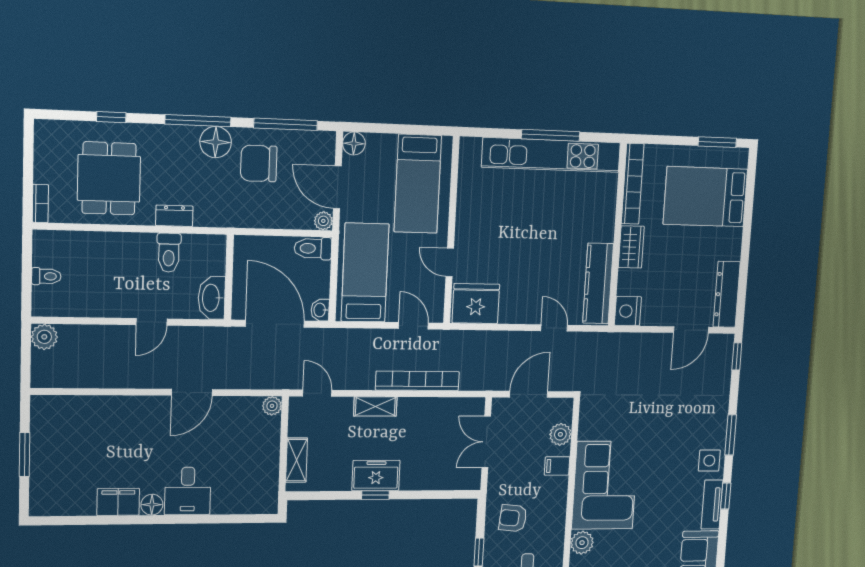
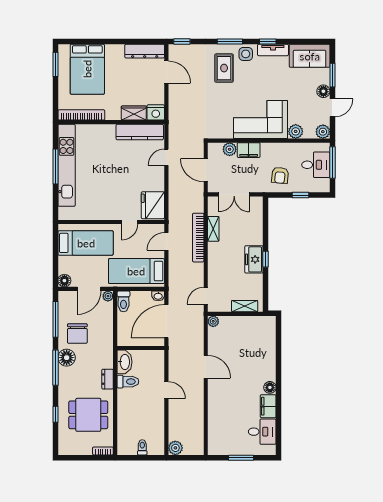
wardrobe: (631, 247) -> (134, 113), moved
washbasin: (212, 298) -> (124, 362), moved, turned -90
shelving: (375, 406) -> (213, 229), moved
rug: (690, 425) -> (224, 68), added
filing cabinet: (557, 466) -> (249, 150), width x2.00
desk: (188, 491) -> (262, 432), moved

